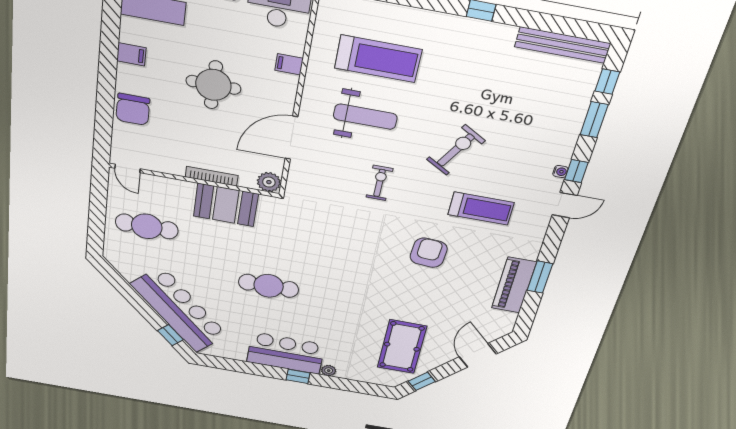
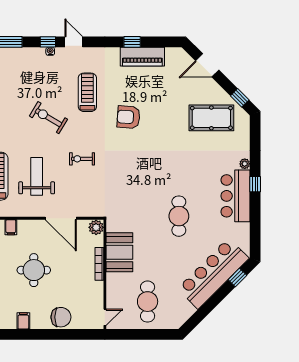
window: (540, 277) -> (132, 42), width x0.67

